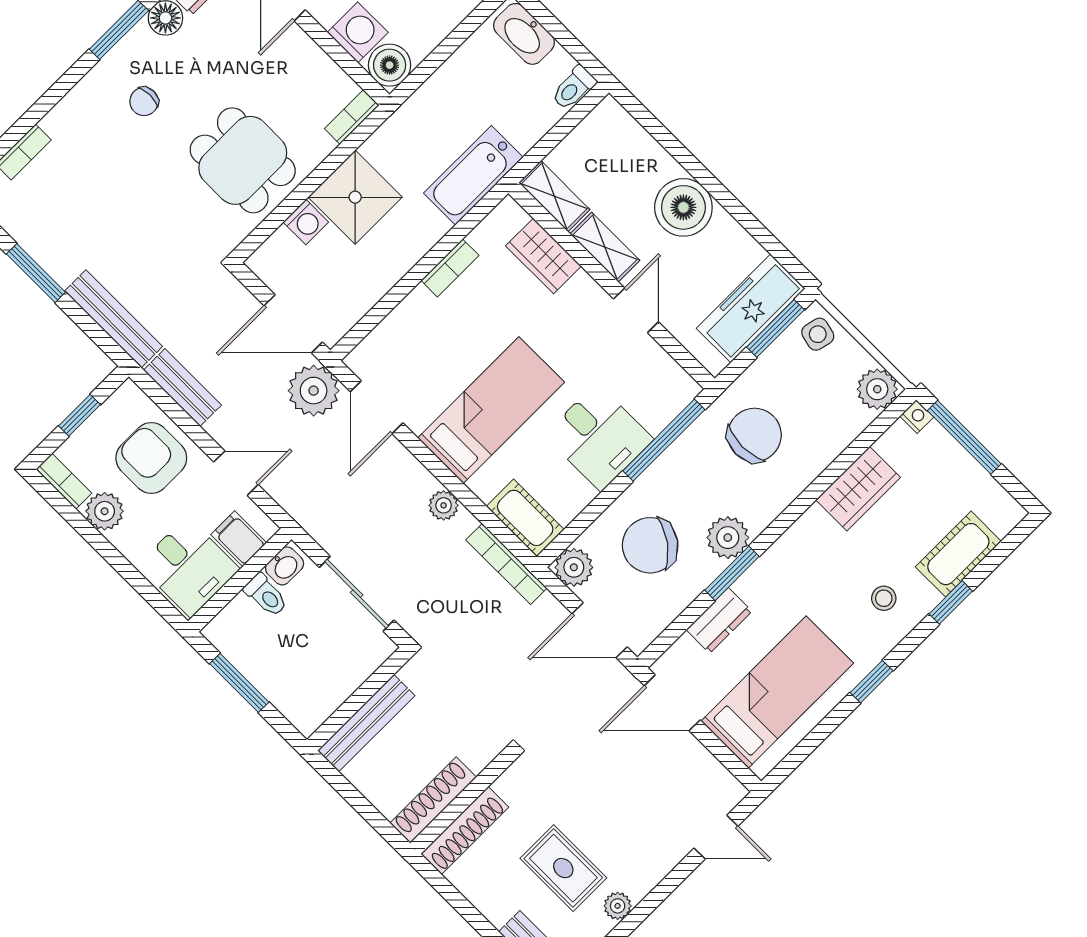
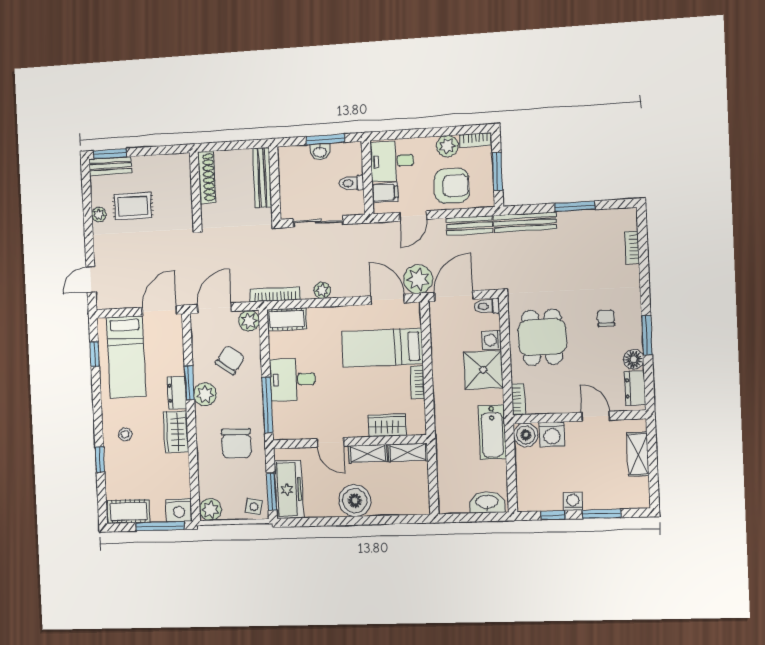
toilet: (574, 88) -> (487, 306), moved, turned -90
dining table: (243, 160) -> (542, 337), turned 90
bathtub: (473, 175) -> (492, 432), moved, turned 180
bed: (491, 410) -> (382, 348), moved, turned 90
window: (79, 415) -> (497, 171), width x1.50
nightstand: (917, 417) -> (179, 510), width x1.89, depth x1.79
wardrobe: (858, 489) -> (176, 432), moved
chair: (650, 545) -> (230, 360), width x0.73, depth x0.73
cot: (958, 554) -> (129, 511), moved, turned 90
washbasin: (285, 566) -> (320, 152), moved, turned -90
dresser: (719, 620) -> (177, 393), moved
window: (872, 682) -> (95, 354), moved
shoe rack: (465, 831) -> (183, 179), removed

